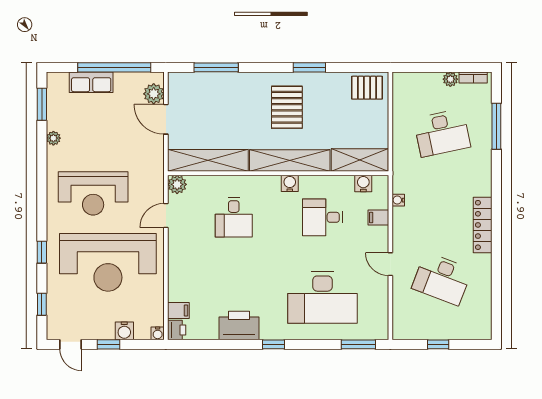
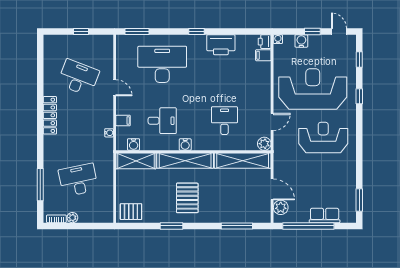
plant: (53, 138) -> (351, 176), removed

